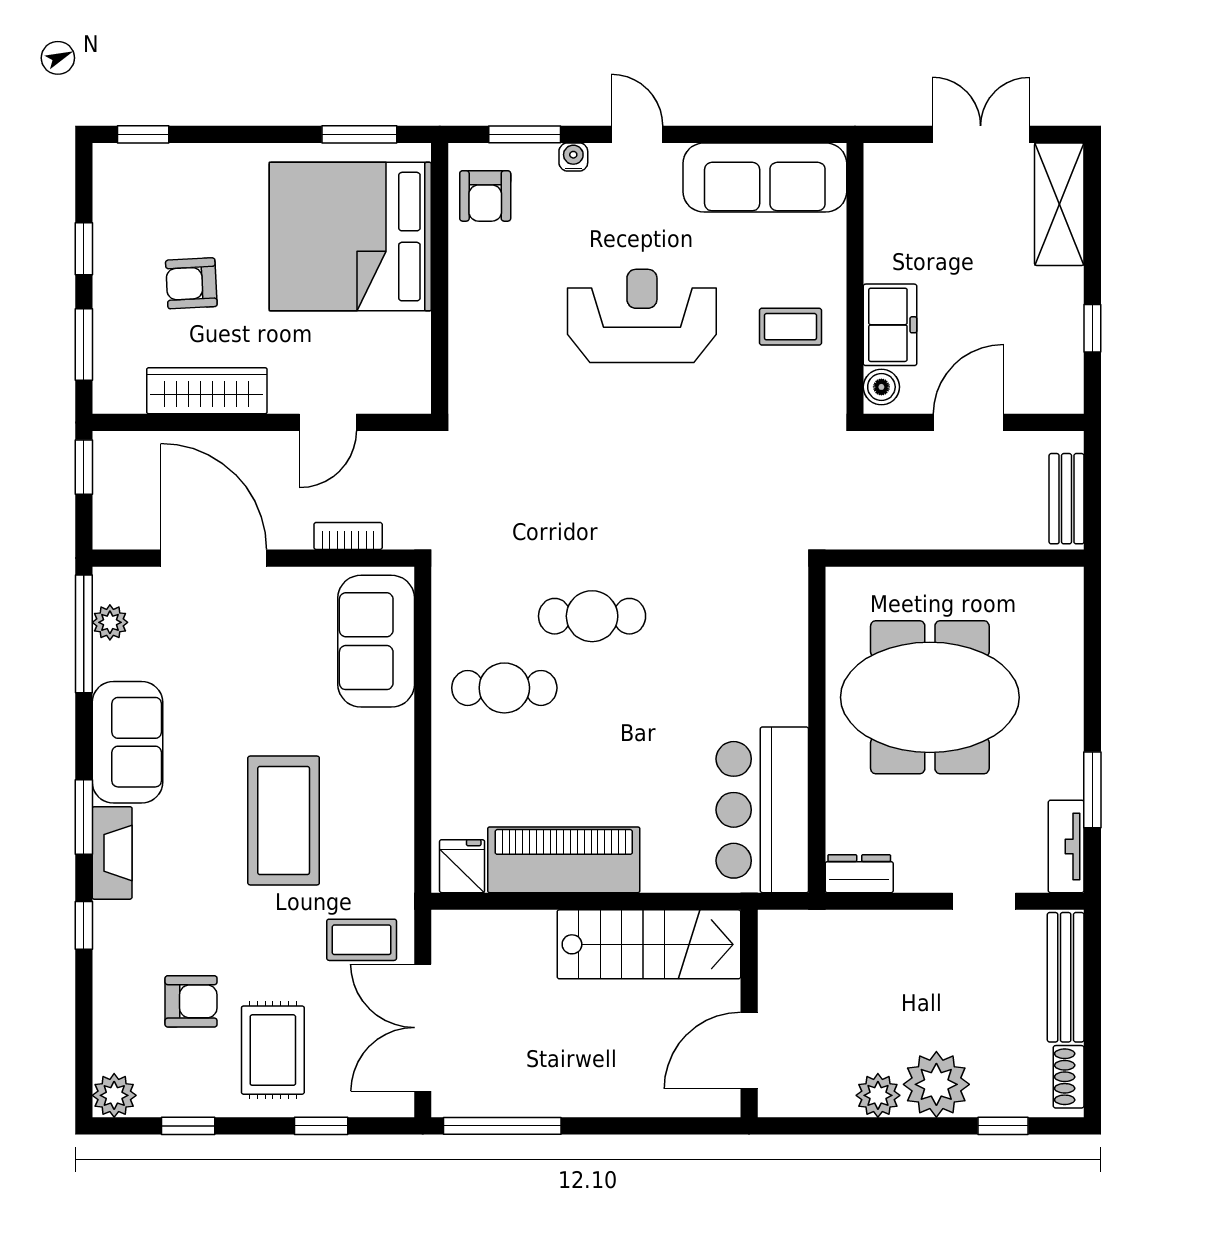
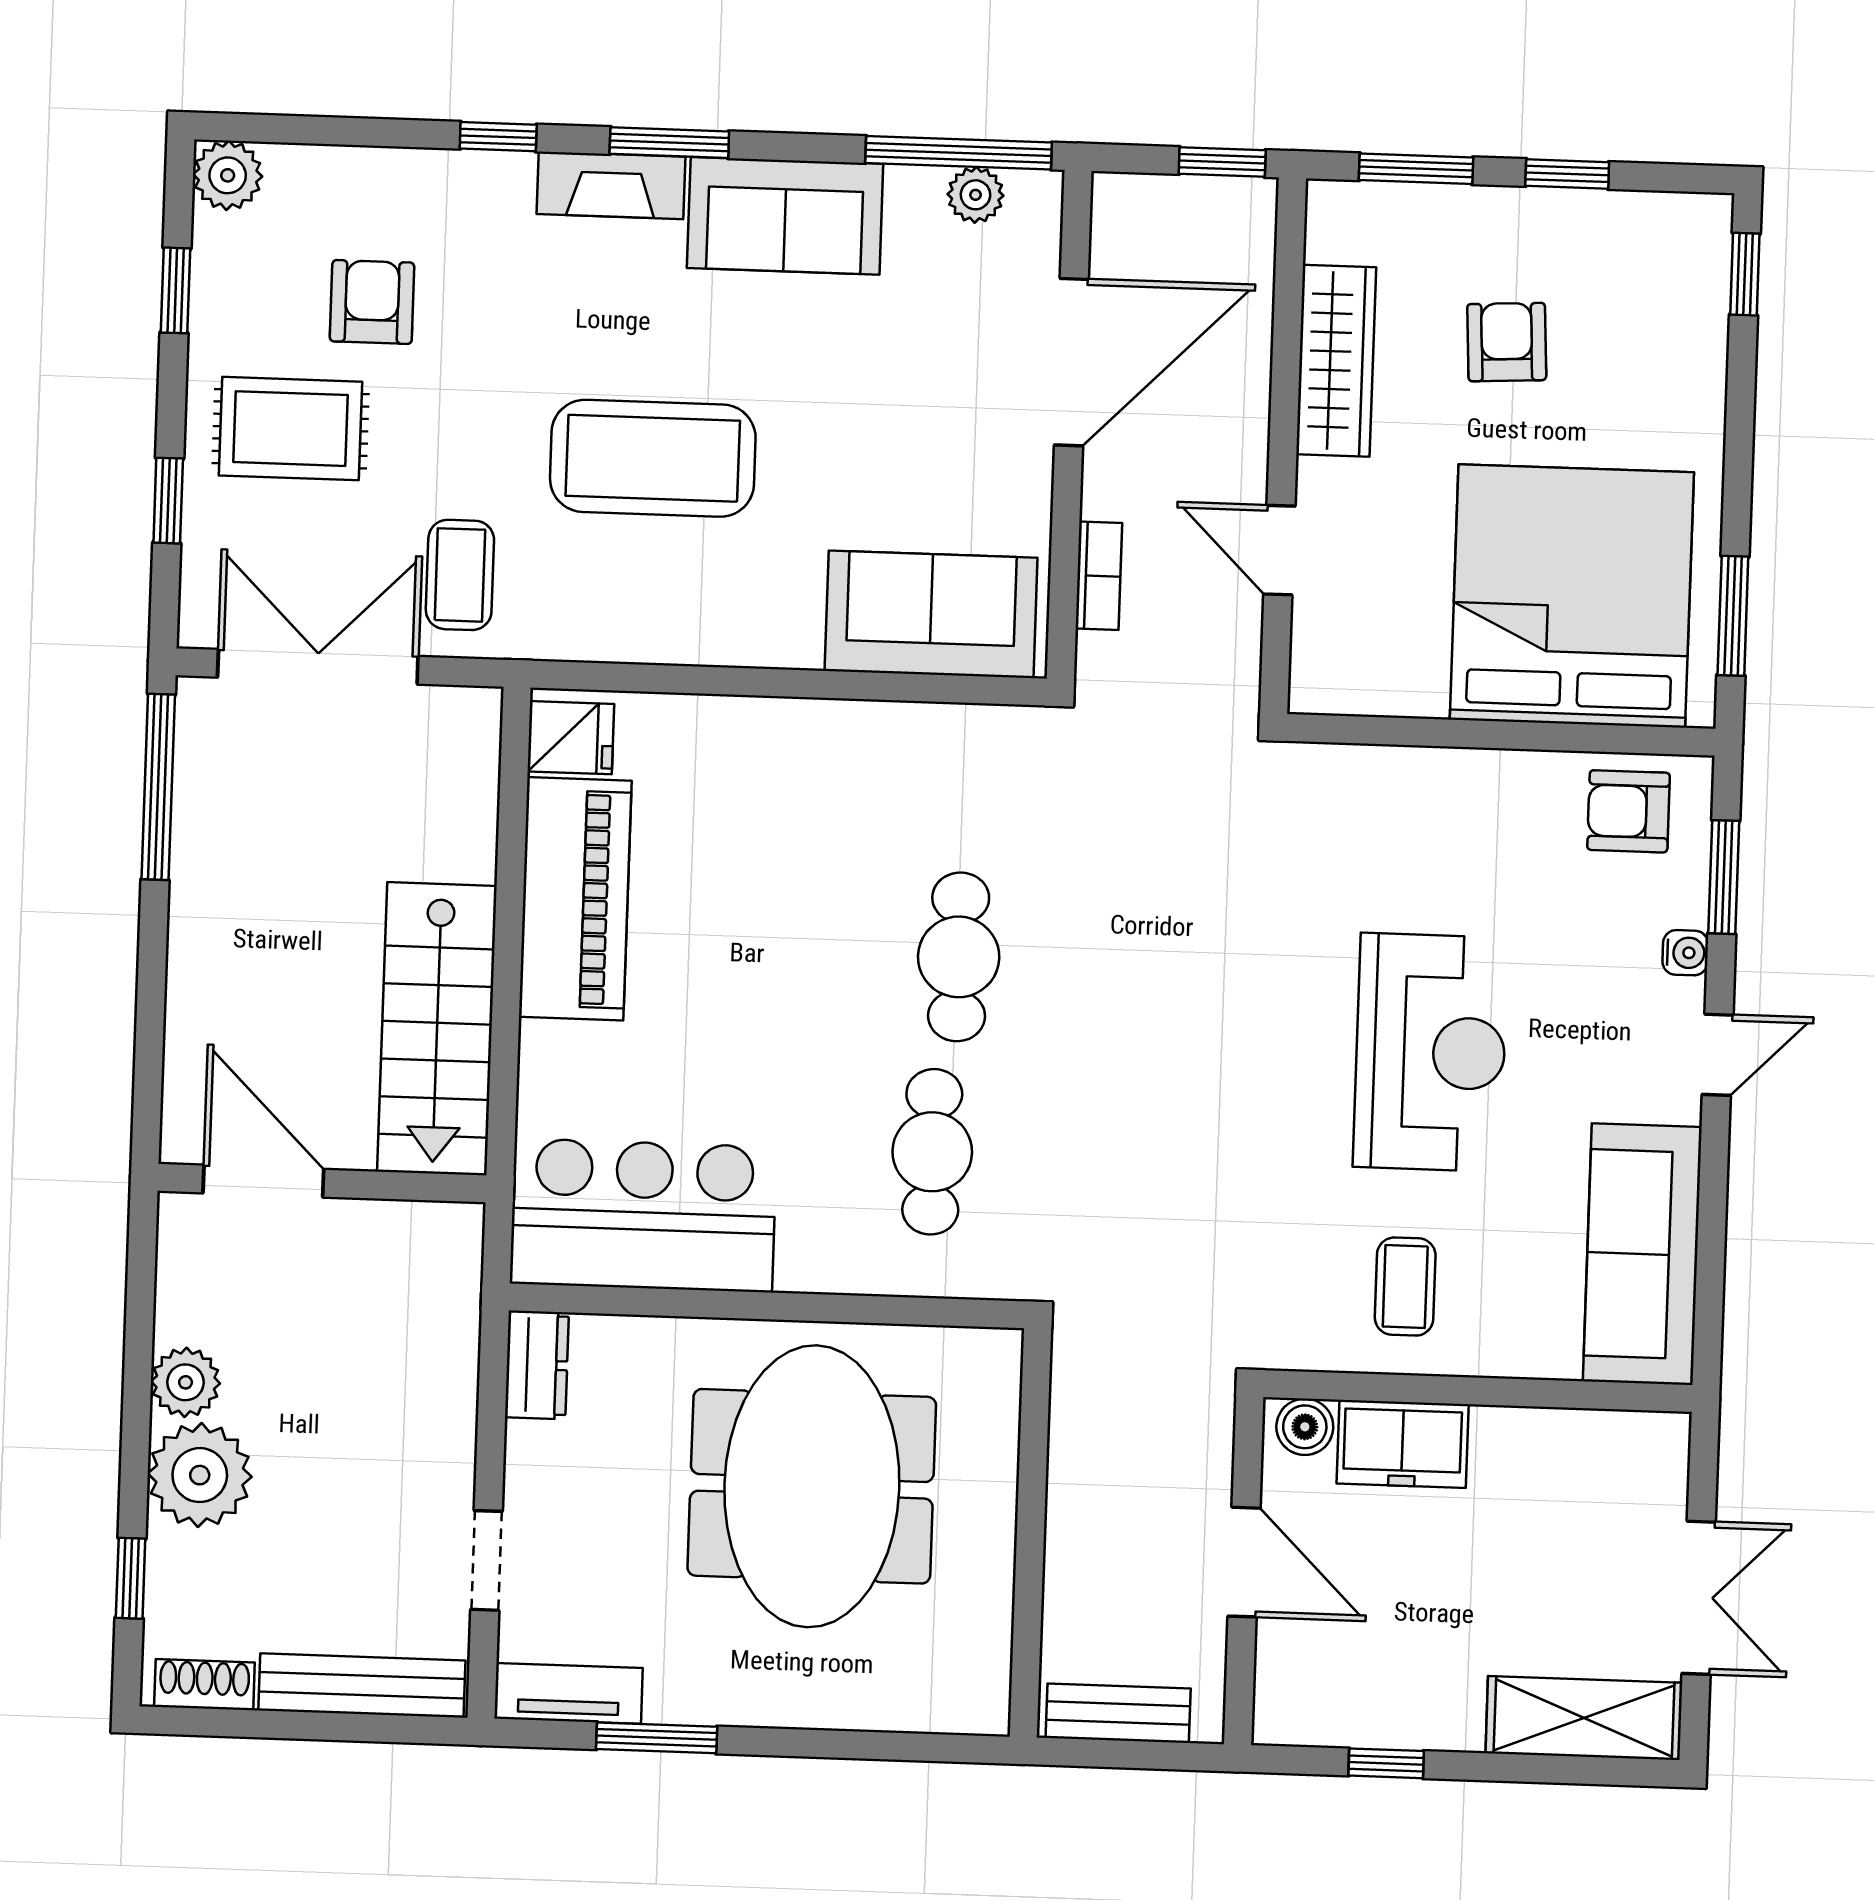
cafe table: (504, 688) -> (932, 1152), moved
armchair: (191, 1001) -> (372, 302), turned 180

